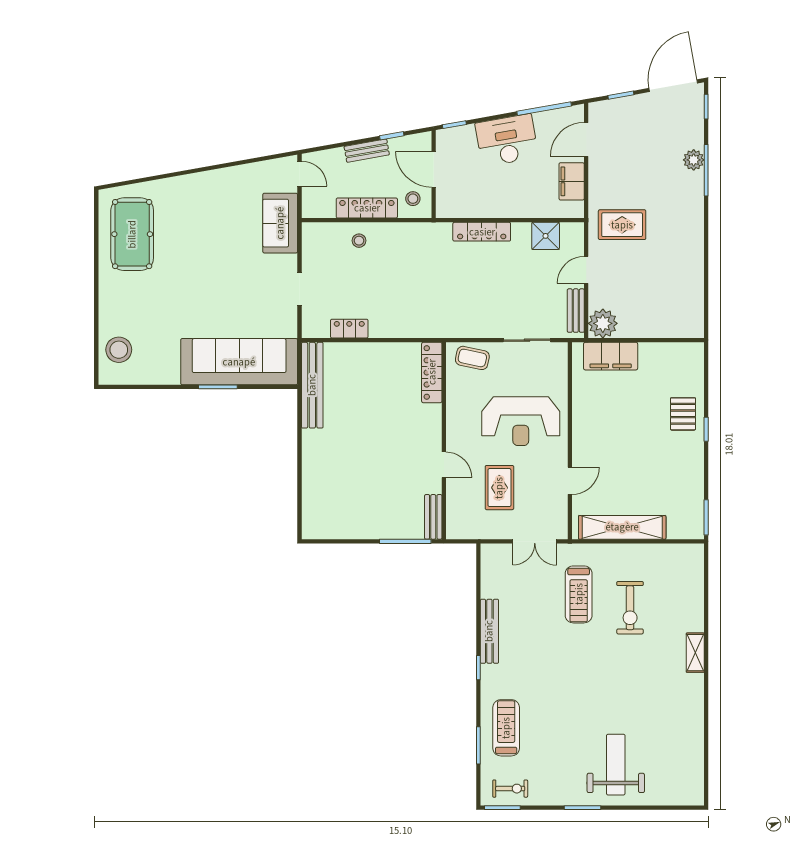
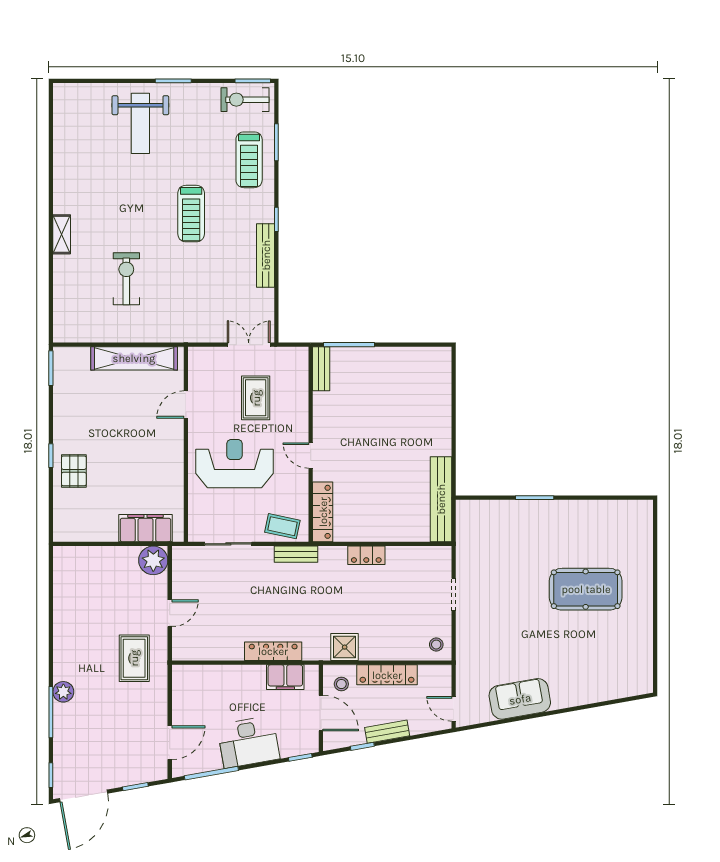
plant: (694, 160) -> (63, 692), moved
filing cabinet: (572, 181) -> (285, 677), moved, turned 90
sofa: (280, 223) -> (520, 699), moved, turned -100
rug: (622, 225) -> (134, 658), turned 90
pool table: (132, 234) -> (586, 589), moved, turned 90
shower: (546, 236) -> (345, 647), moved
stool: (359, 241) -> (436, 645), moved
bench: (576, 311) -> (296, 554), moved, turned 90
locker: (349, 329) -> (366, 555), moved
stool: (119, 350) -> (633, 534), removed
sofa: (239, 362) -> (514, 523), removed
door: (444, 465) -> (311, 456), moved
double door: (535, 541) -> (249, 345), moved
treadmill: (579, 594) -> (191, 214), moved, turned 180
exercise bike: (510, 789) -> (245, 100), width x1.38, depth x1.39

